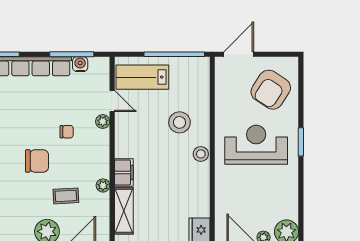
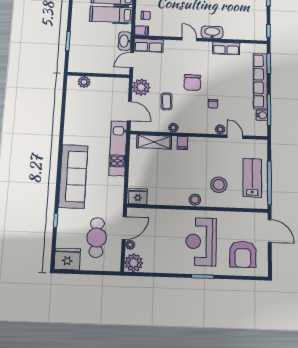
lab bench: (142, 77) -> (252, 178), moved
armchair: (271, 90) -> (243, 254), turned -123
door: (112, 101) -> (235, 137), swing flipped
reception desk: (256, 145) -> (201, 242), turned 180
filing cabinet: (124, 173) -> (182, 143), width x0.50

